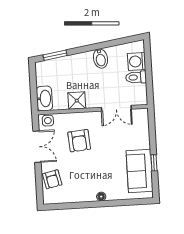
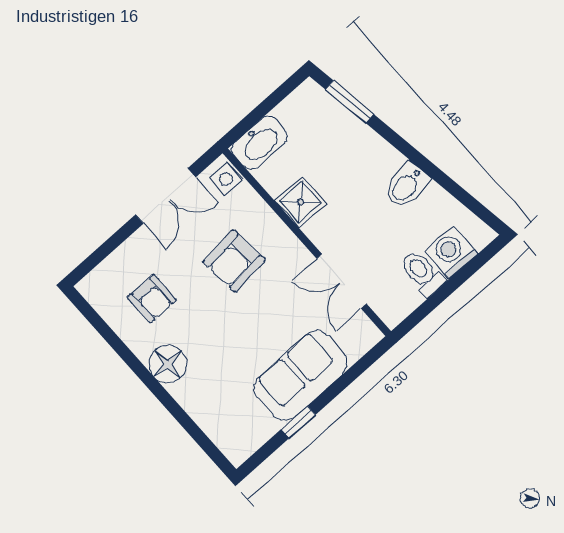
sofa: (140, 171) -> (301, 375), moved
armchair: (52, 179) -> (152, 299), moved, turned -78
floor lamp: (101, 197) -> (168, 364), width x1.89, depth x1.89

